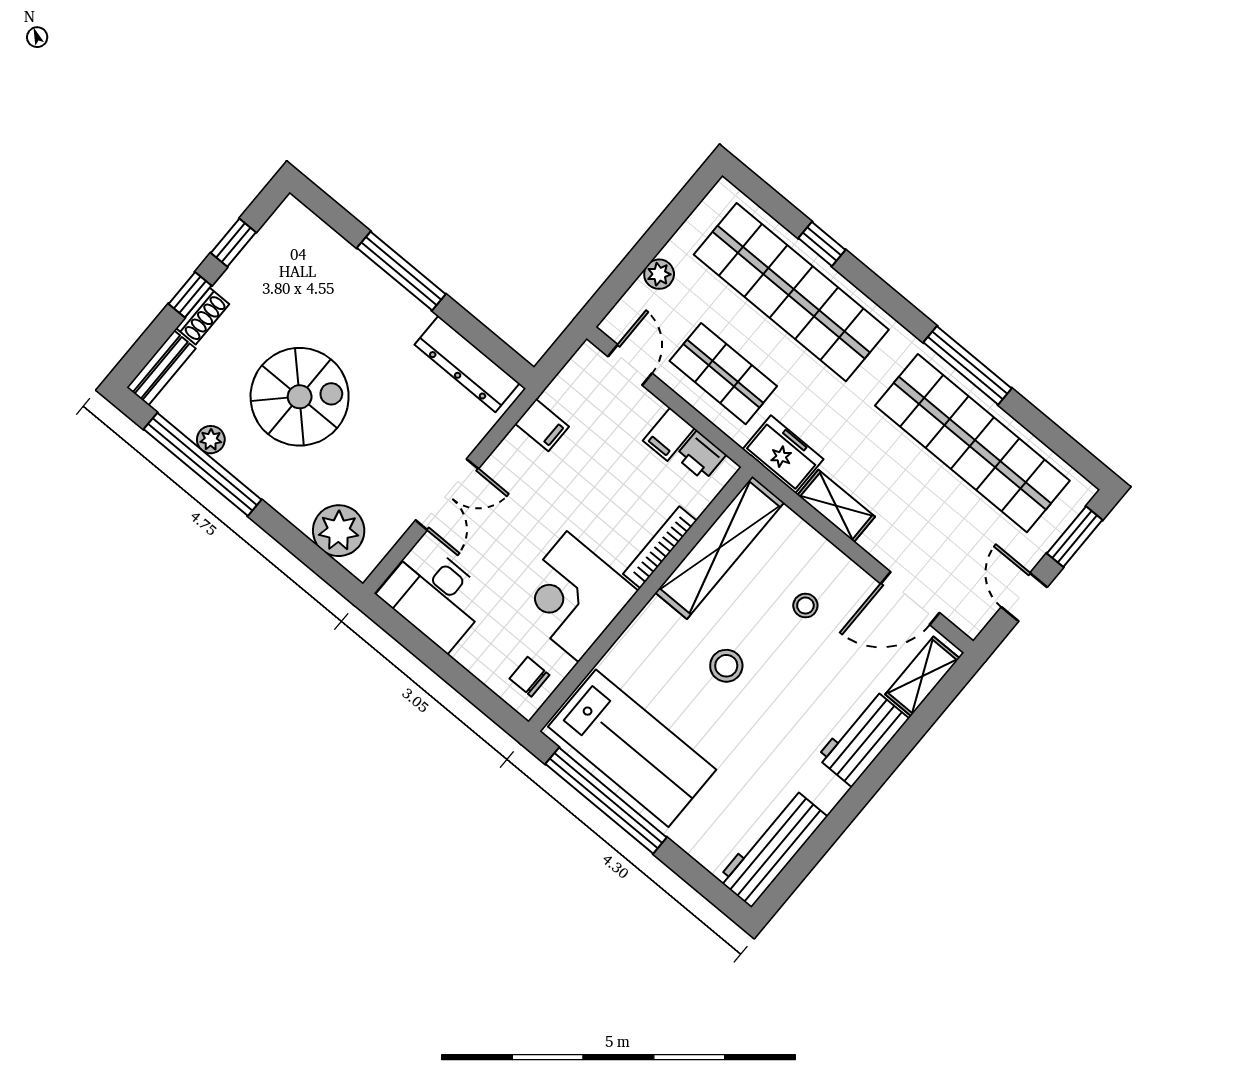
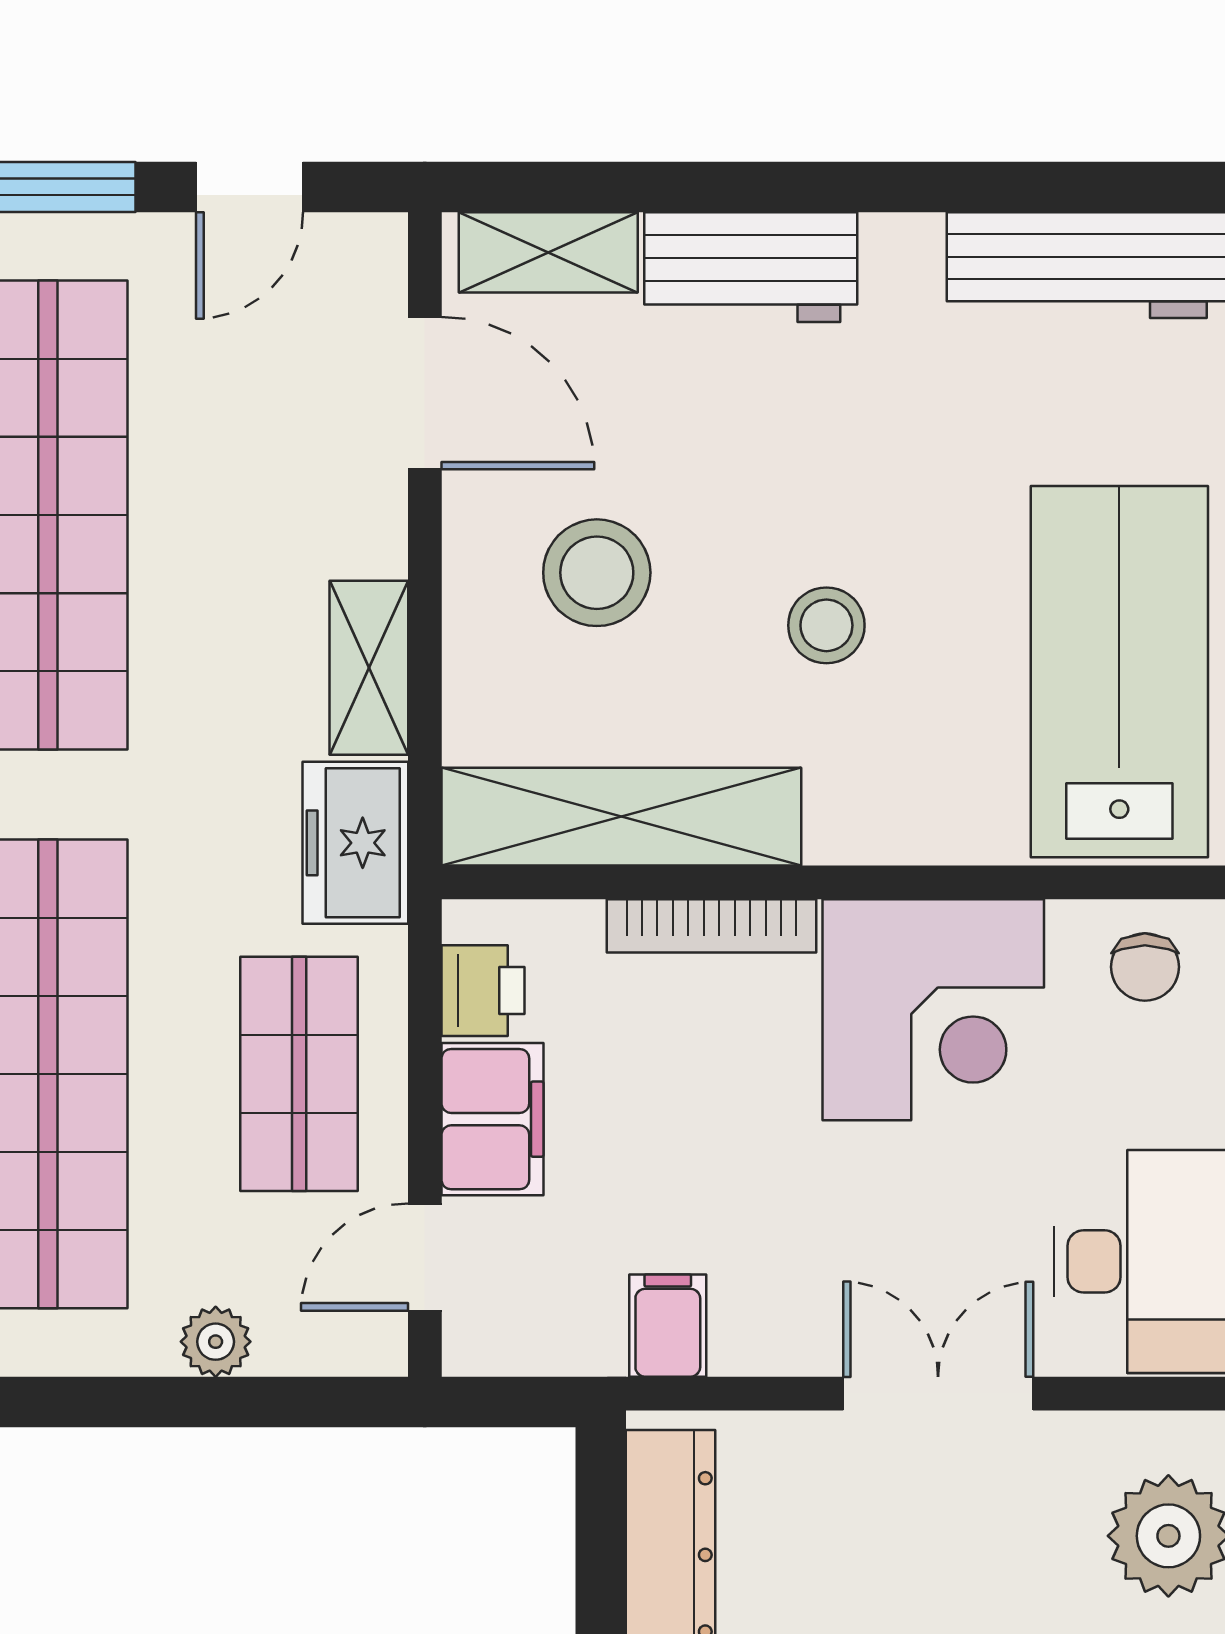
filing cabinet: (669, 434) -> (492, 1119), width x2.00
stool: (805, 606) -> (597, 573), width x1.89, depth x1.89

